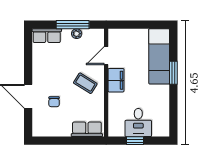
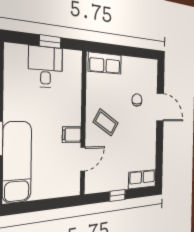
window: (73, 25) -> (117, 195), width x0.46
plant: (77, 34) -> (114, 185), removed
filing cabinet: (116, 80) -> (72, 135), width x0.50

